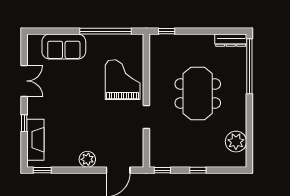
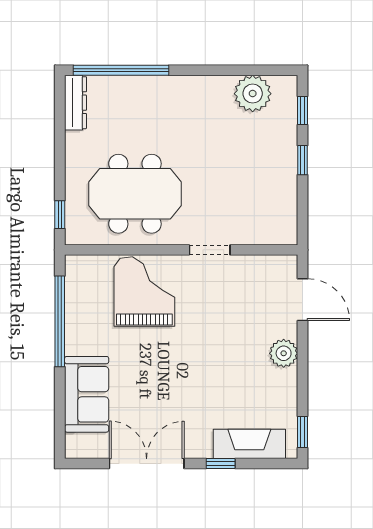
grand piano: (123, 80) -> (144, 292), turned 90
double door: (24, 81) -> (147, 464), width x1.37
meeting table: (198, 93) -> (135, 194), moved
window: (162, 170) -> (303, 110), moved

